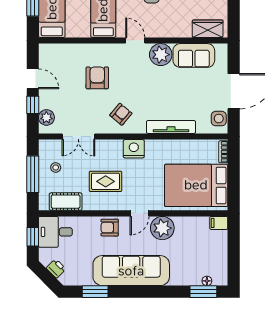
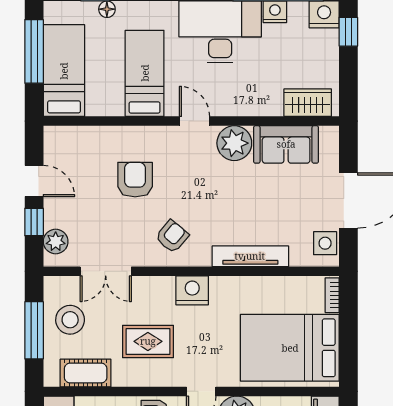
stool: (56, 167) -> (70, 320), width x1.89, depth x1.89

